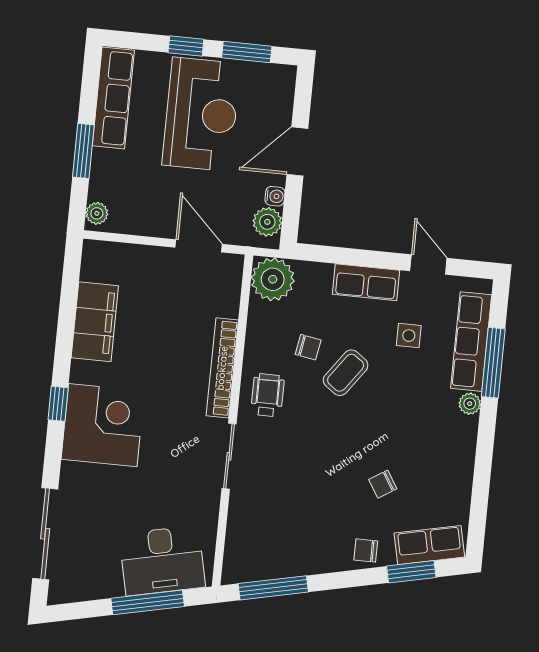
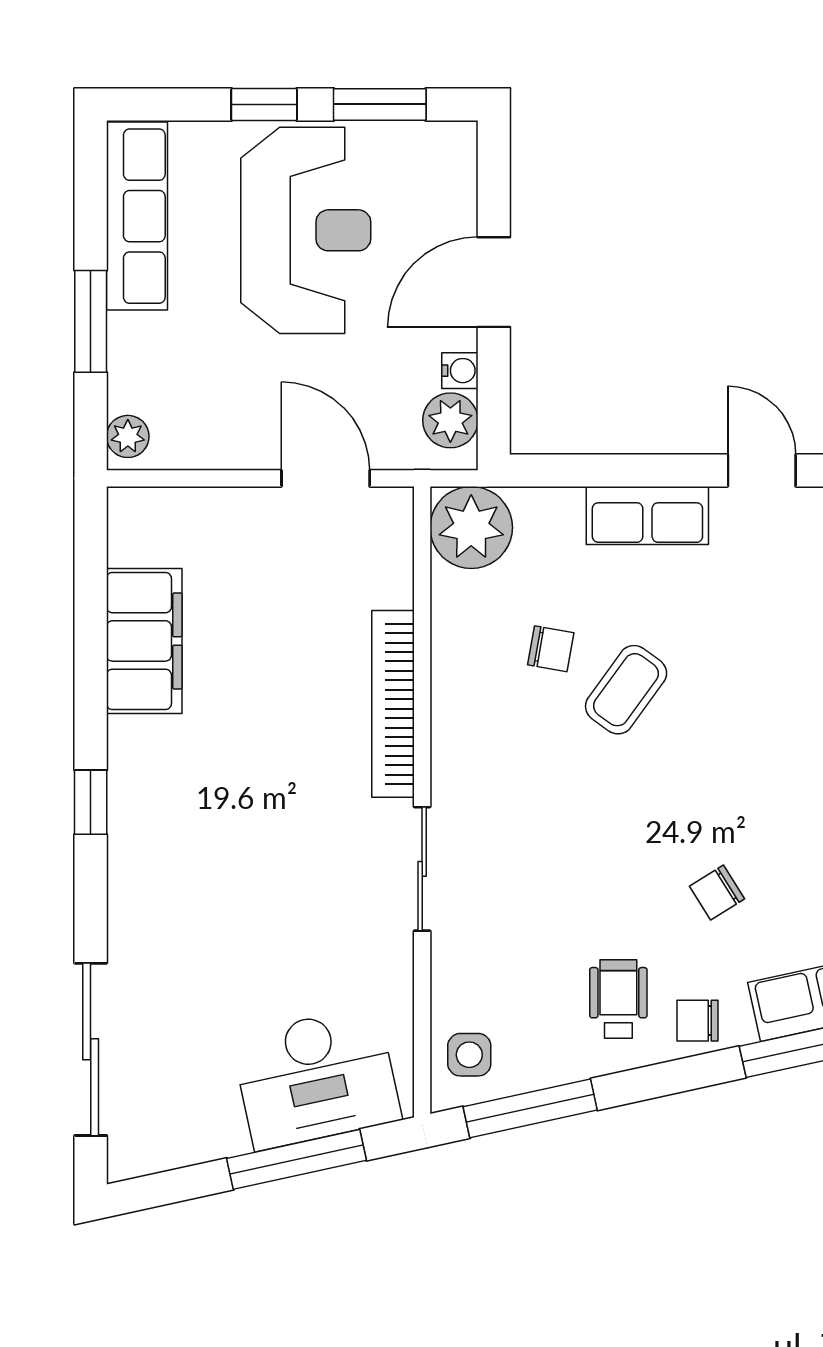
side table: (409, 336) -> (469, 1055), moved
wheelchair: (267, 395) -> (618, 999), moved
corner desk: (103, 425) -> (179, 834), removed

